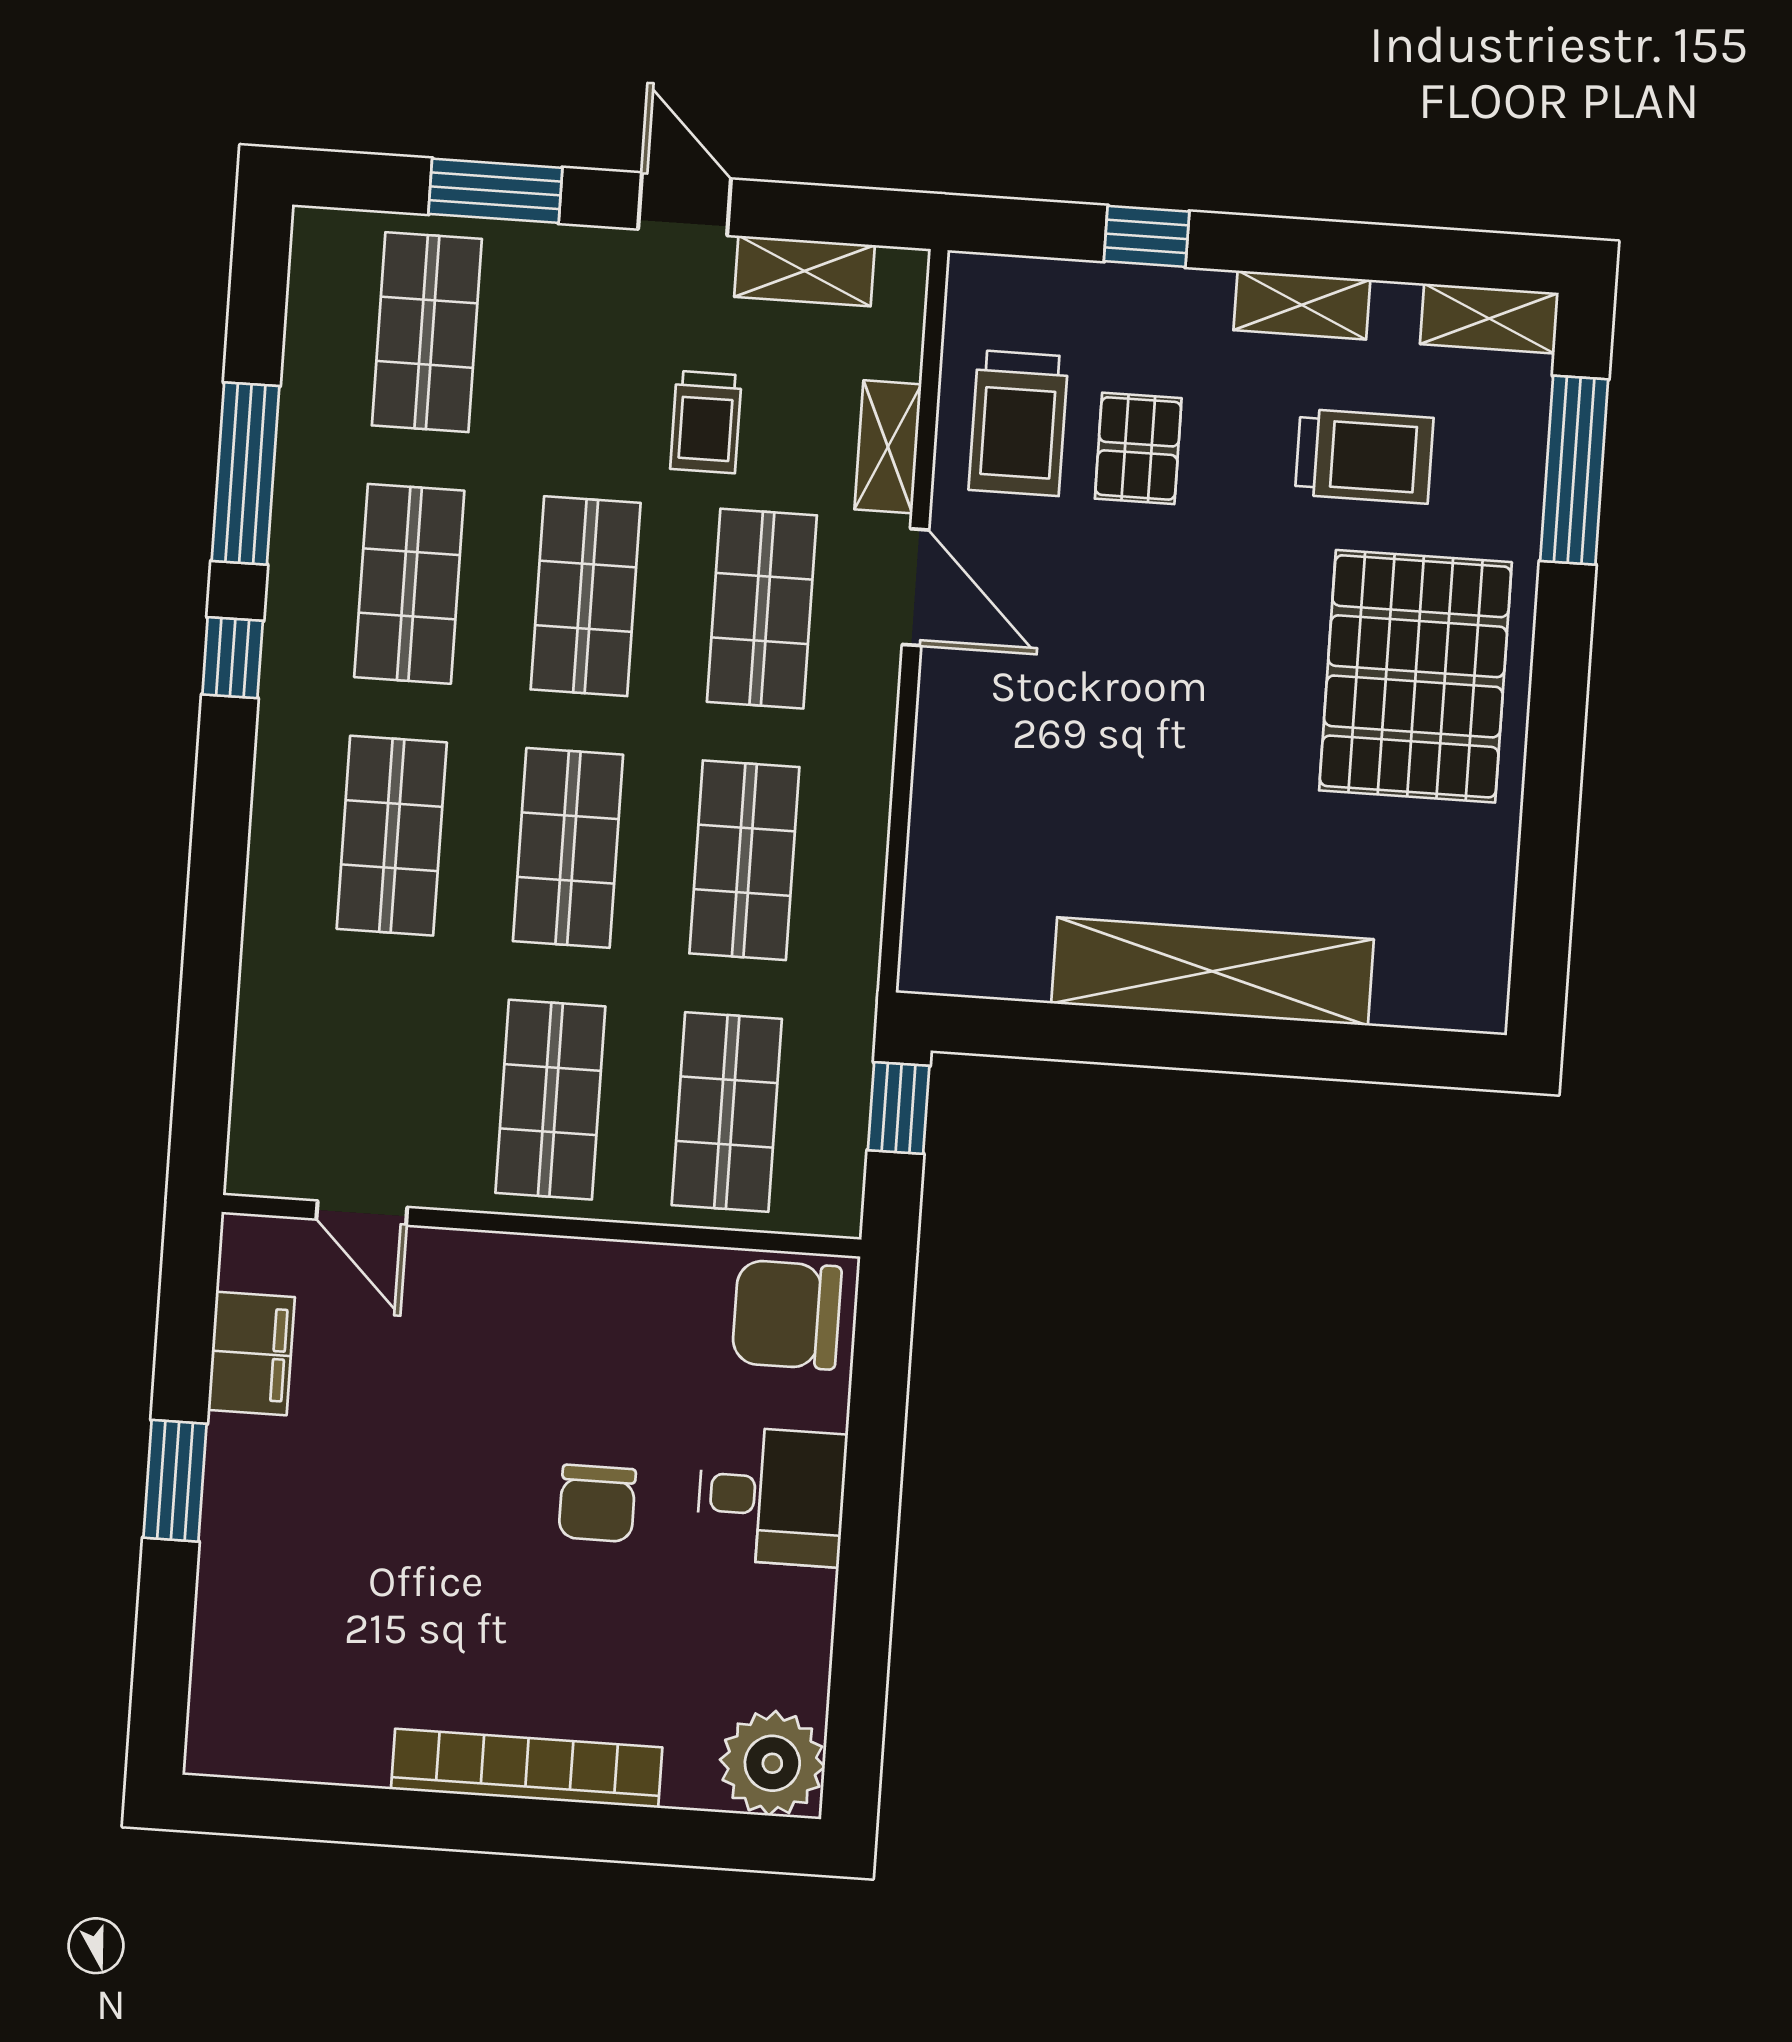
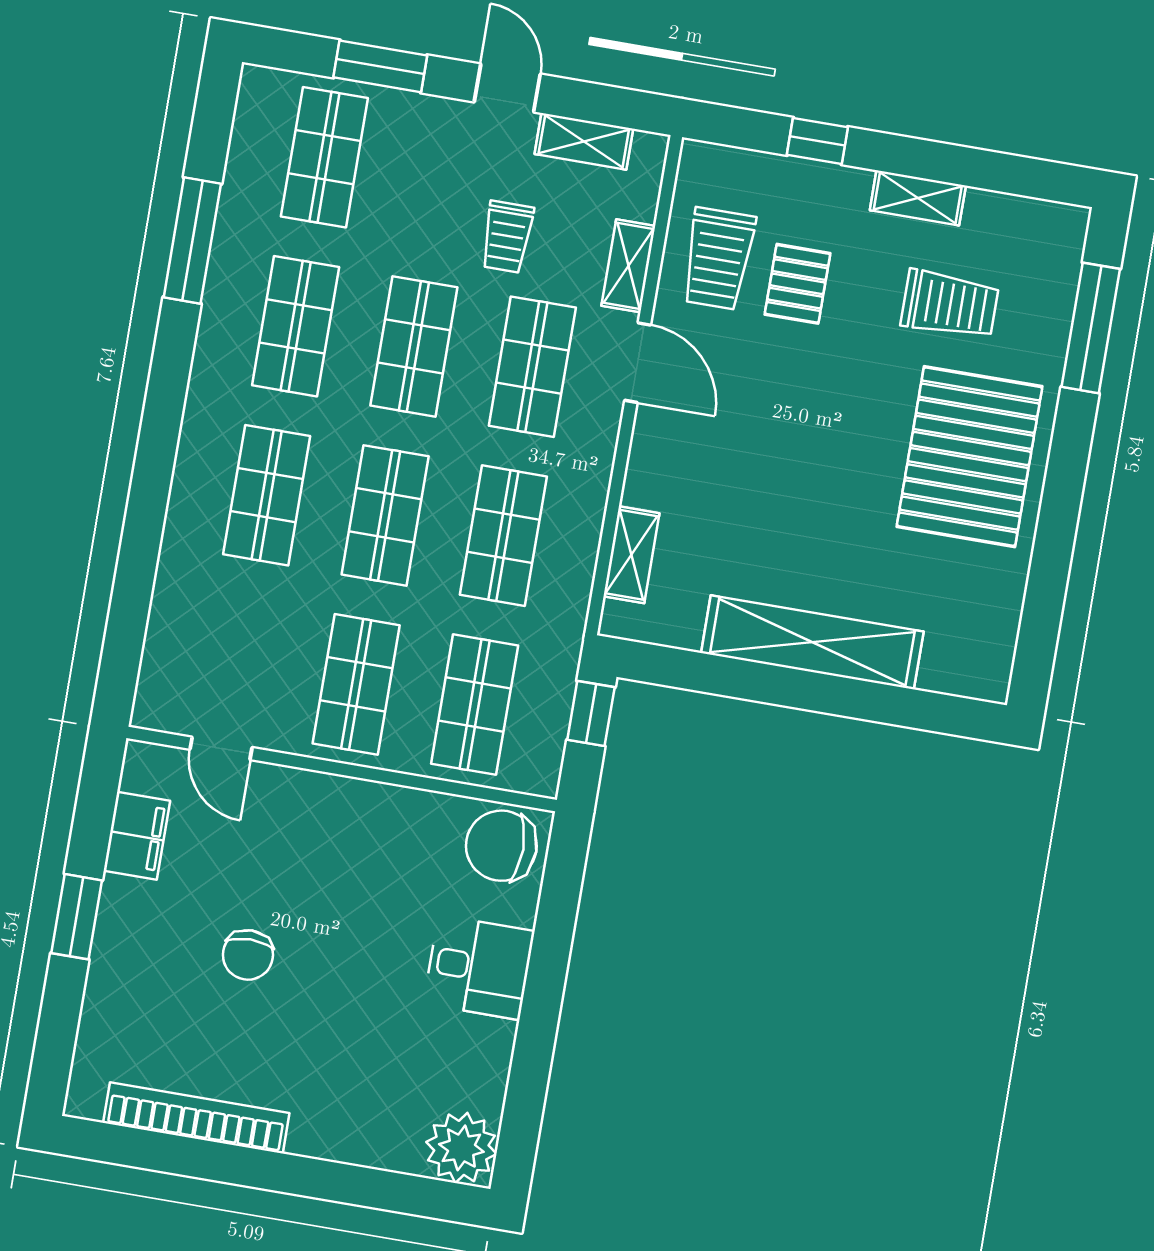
shelving: (1489, 319) -> (631, 555), moved, turned 90
window: (233, 658) -> (171, 364), removed
chair: (597, 1503) -> (248, 955), moved
bookcase: (527, 1768) -> (196, 1118), moved

